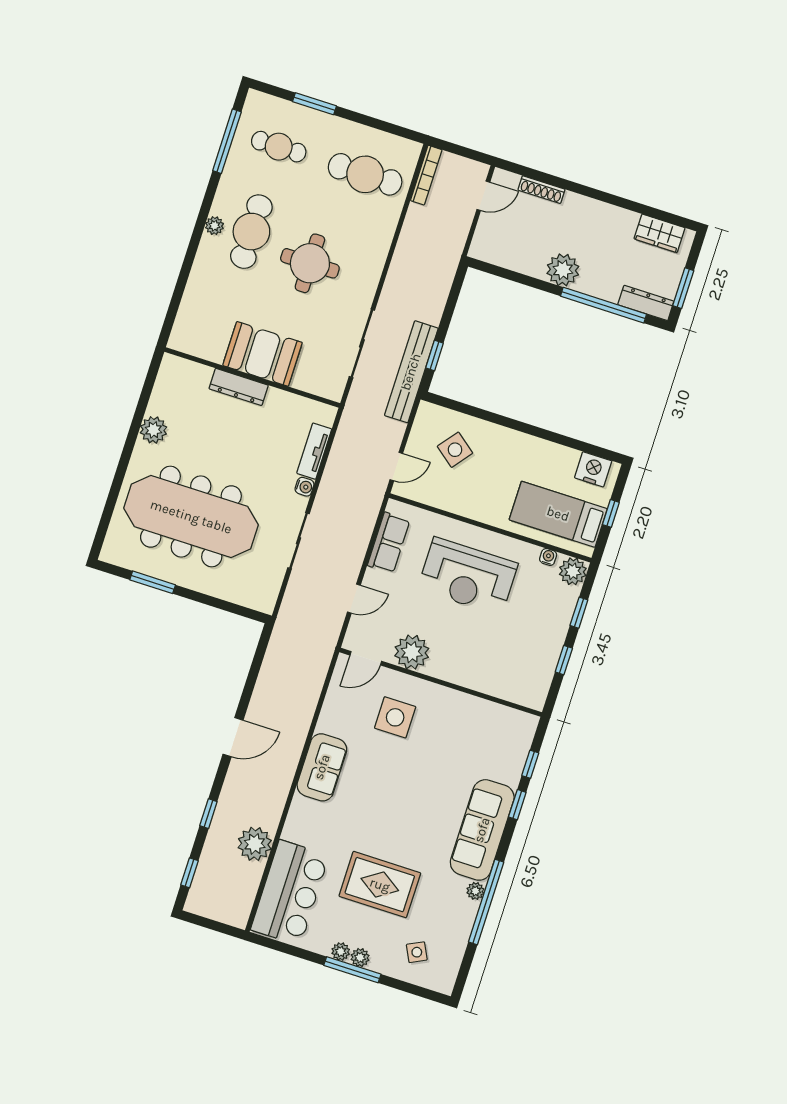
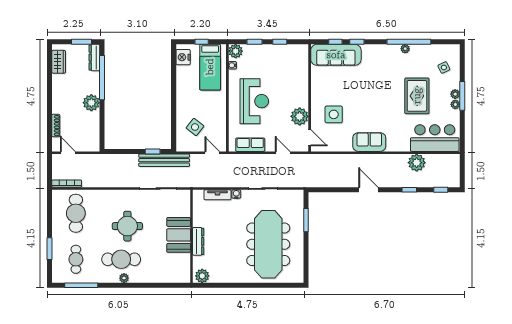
plant: (153, 430) -> (202, 276), moved
window: (153, 582) -> (306, 220), moved
sofa: (482, 830) -> (336, 55), moved

